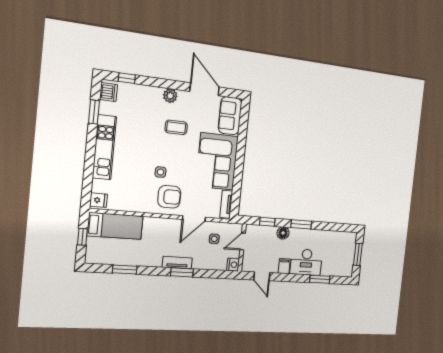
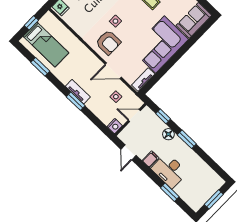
bed: (115, 226) -> (46, 45), moved

